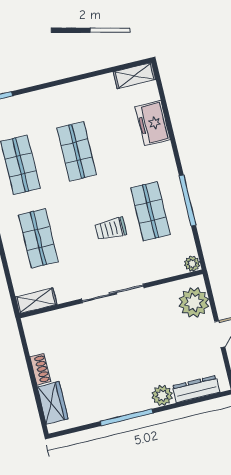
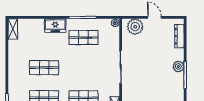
freezer: (153, 123) -> (55, 26), moved
trolley: (111, 229) -> (88, 60), removed
plant: (162, 395) -> (178, 66), moved

